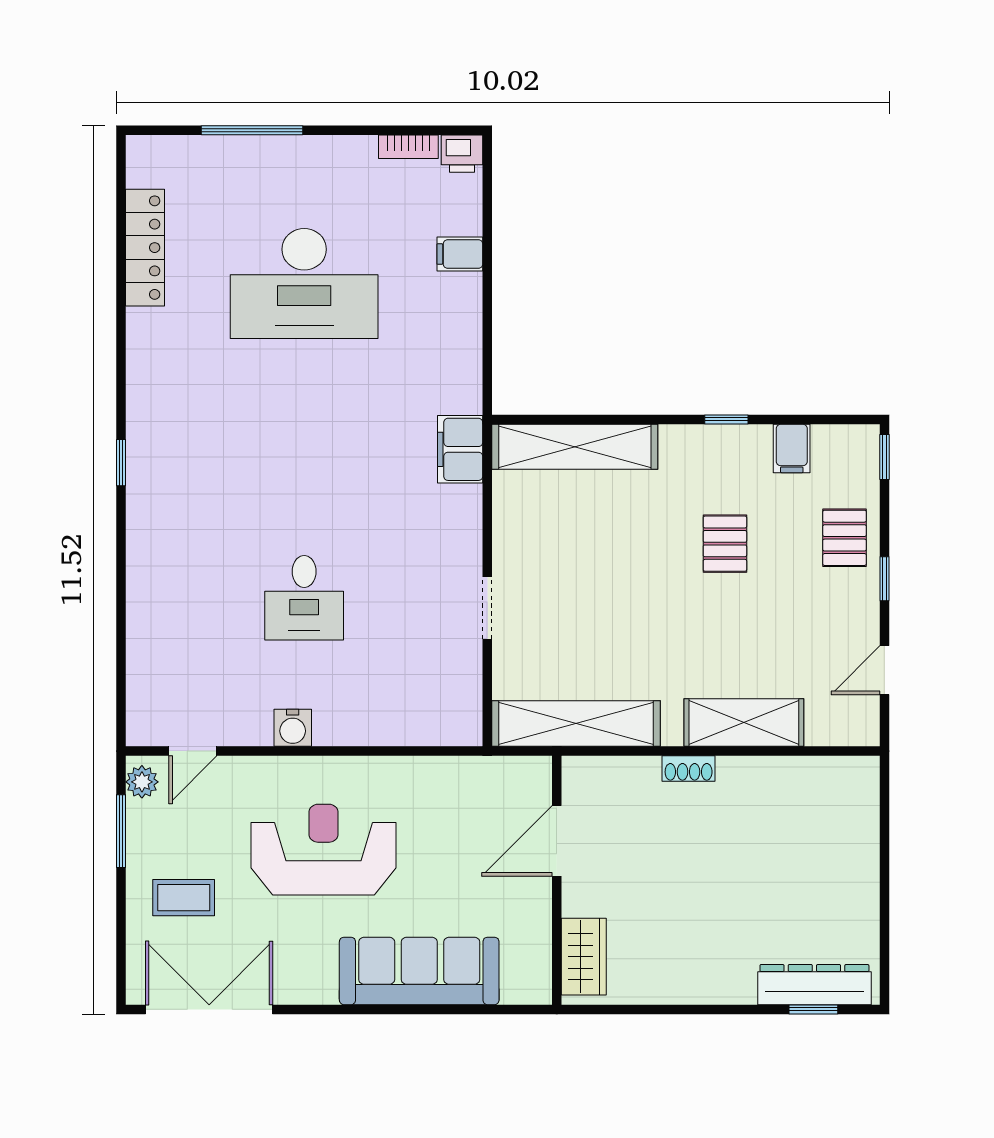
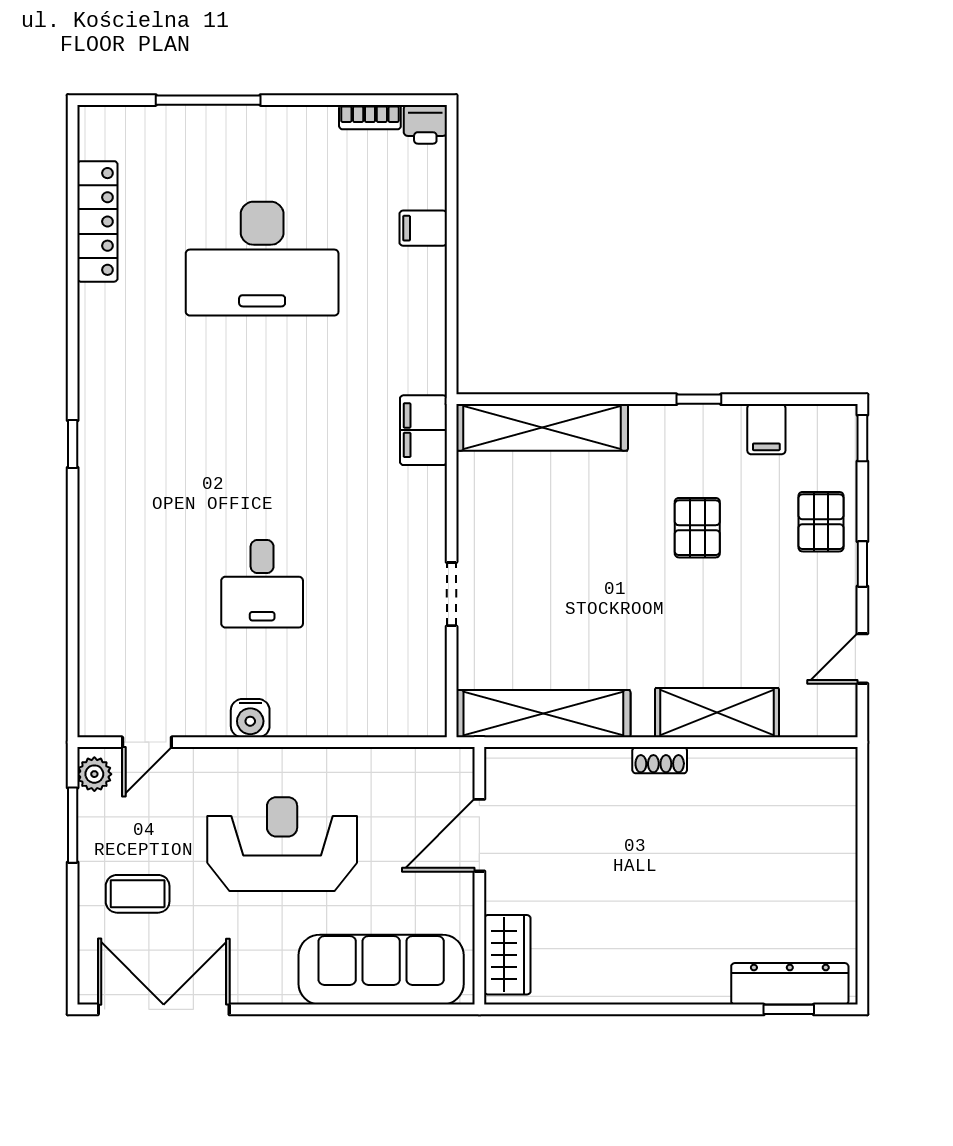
door: (557, 841) -> (479, 835), moved
wall: (557, 880) -> (479, 876), moved
wardrobe: (584, 957) -> (507, 955), moved

